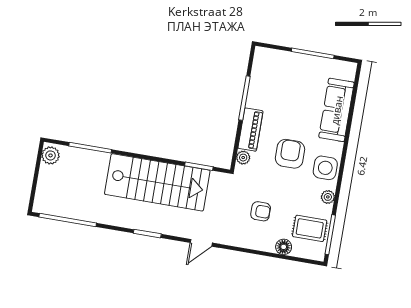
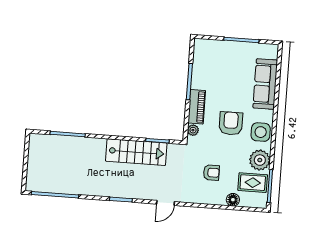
plant: (51, 155) -> (36, 144), removed
stairs: (157, 182) -> (136, 152), width x0.73, depth x0.66
plant: (328, 197) -> (260, 160), width x1.87, depth x1.87

